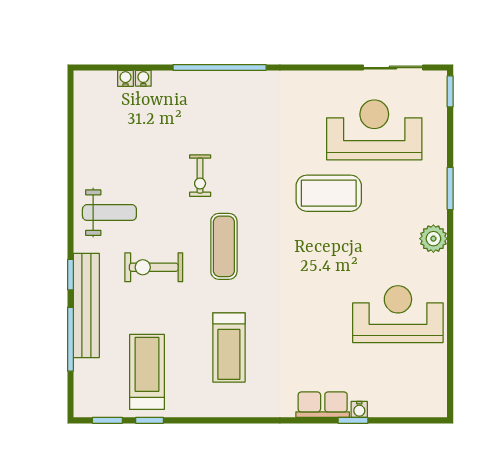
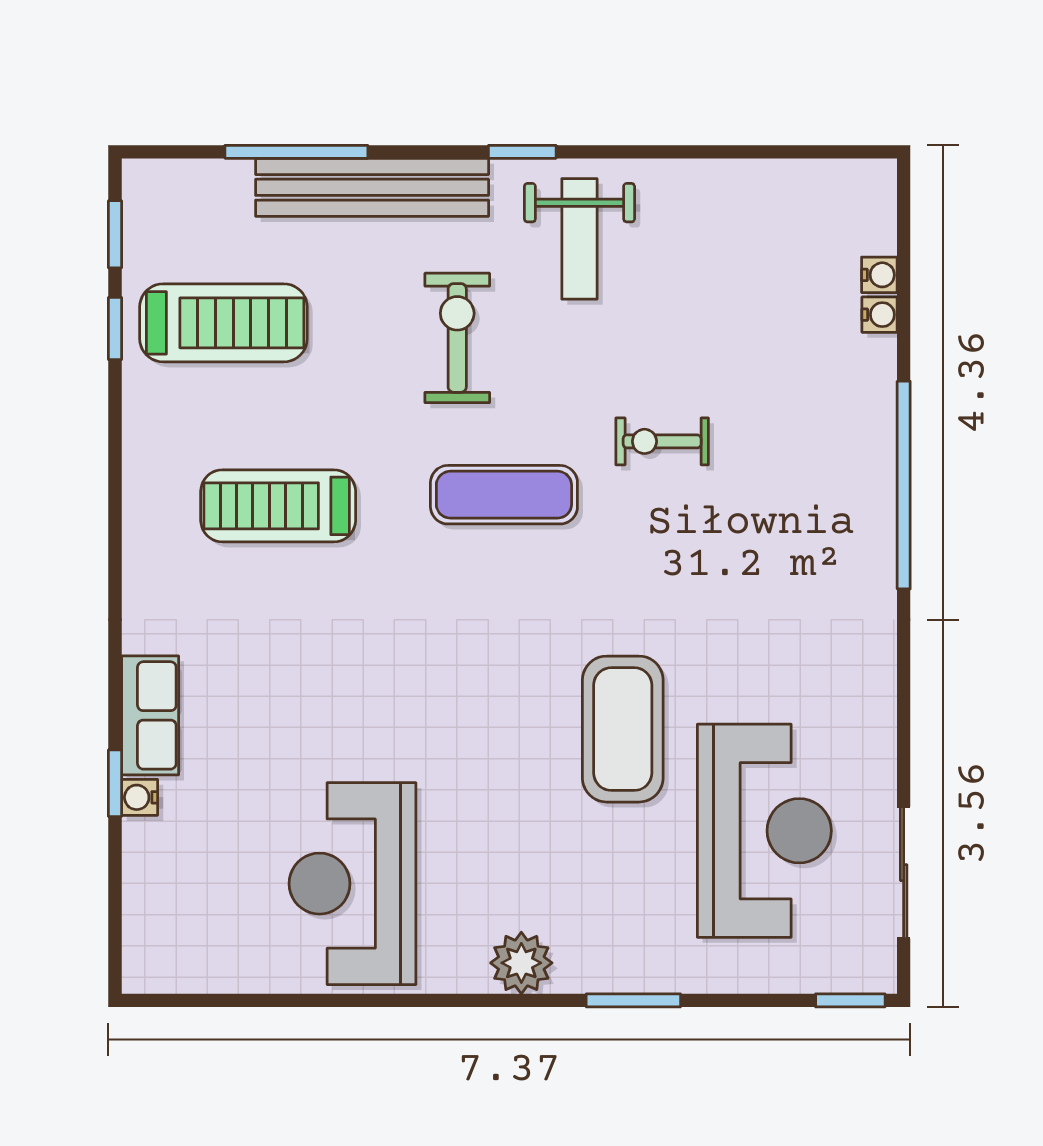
window: (70, 275) -> (522, 152), moved
reception desk: (398, 314) -> (353, 884), turned 180

